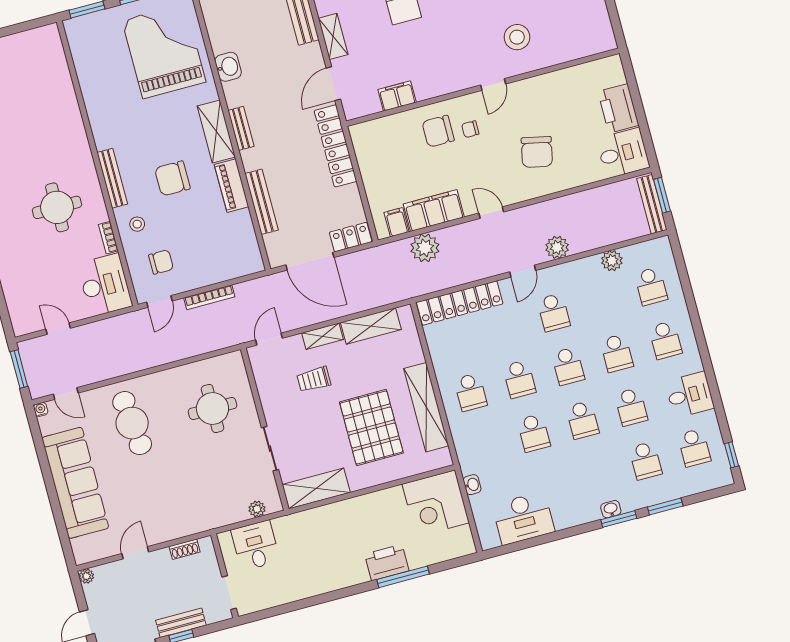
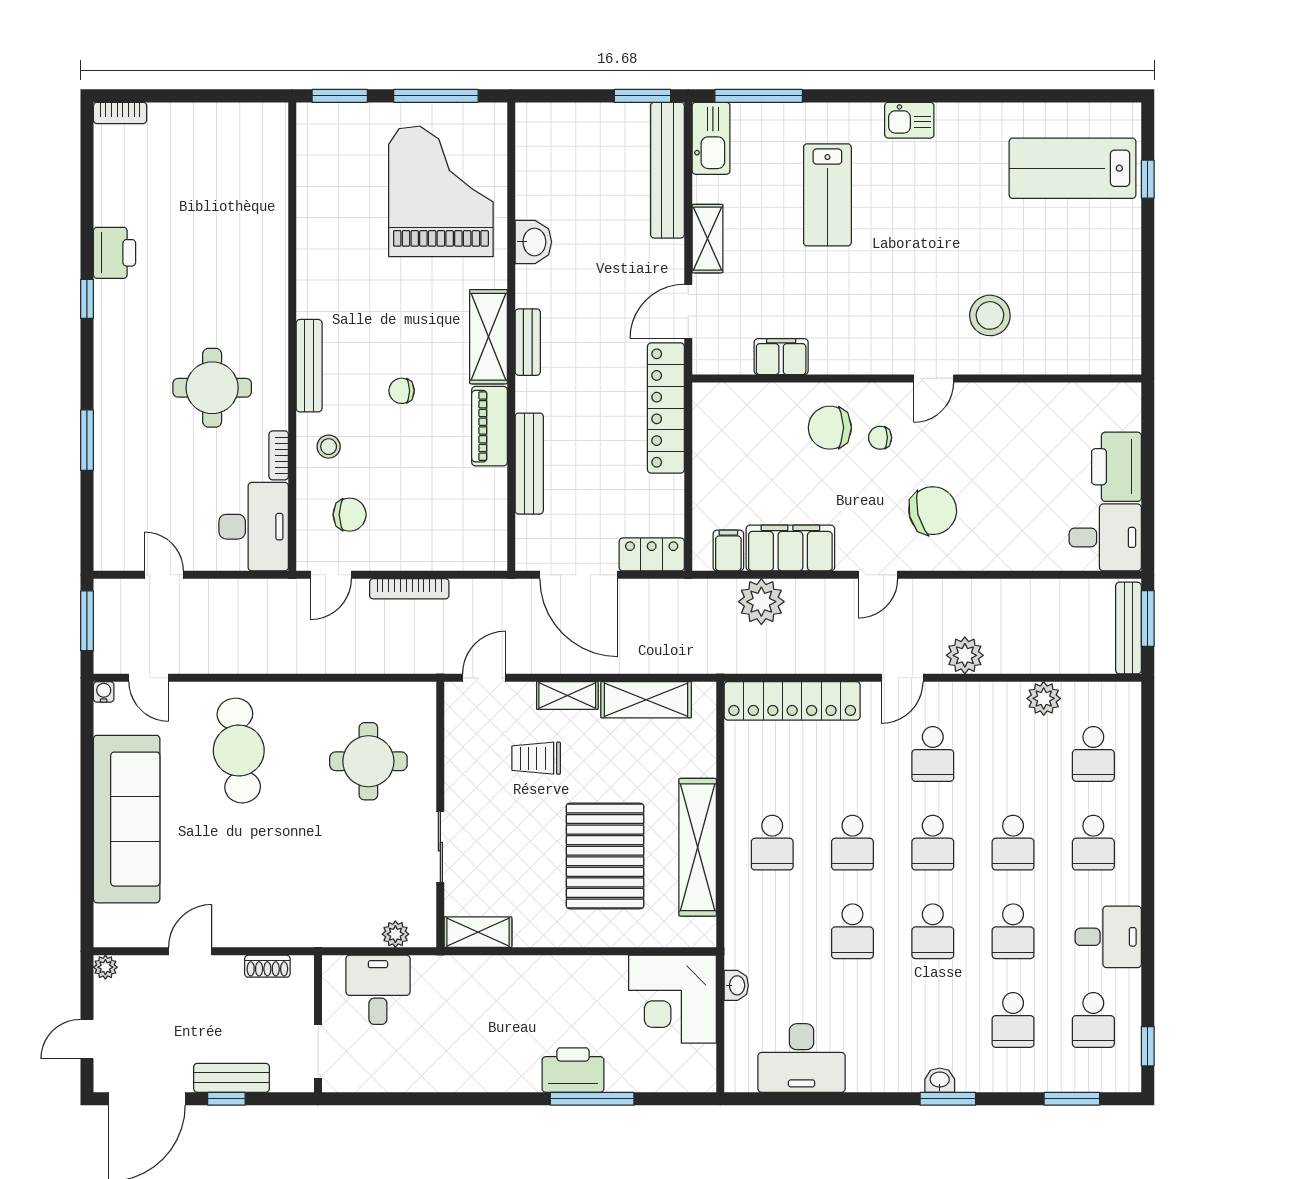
chair: (537, 152) -> (933, 511), moved, turned -116
chair: (172, 178) -> (402, 391), width x0.54, depth x0.54
door: (491, 213) -> (878, 575), swing flipped
shelving: (316, 489) -> (478, 932), width x0.67, depth x0.75
window: (665, 507) -> (1072, 1099), moved

